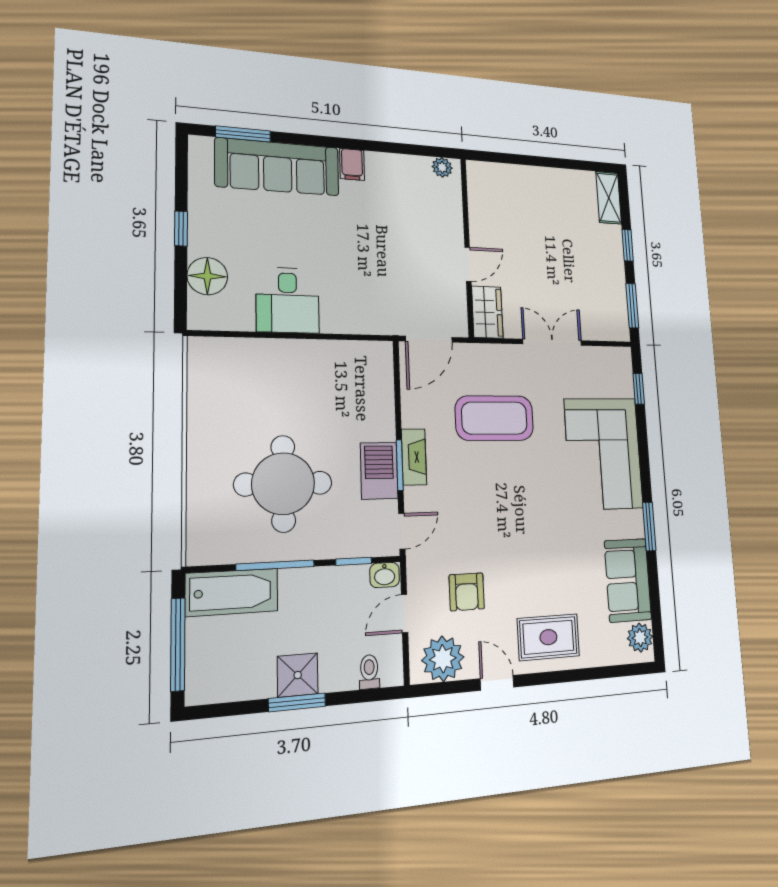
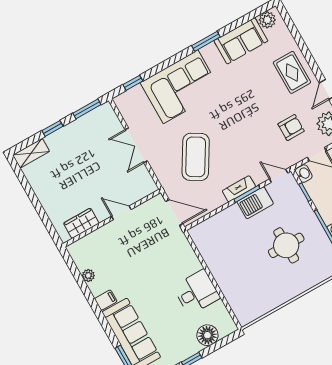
plant: (442, 167) -> (88, 275), moved
wardrobe: (487, 312) -> (81, 223), moved
coffee table: (494, 418) -> (196, 157), turned 31
round table: (283, 484) -> (286, 245), width x0.73, depth x0.73

